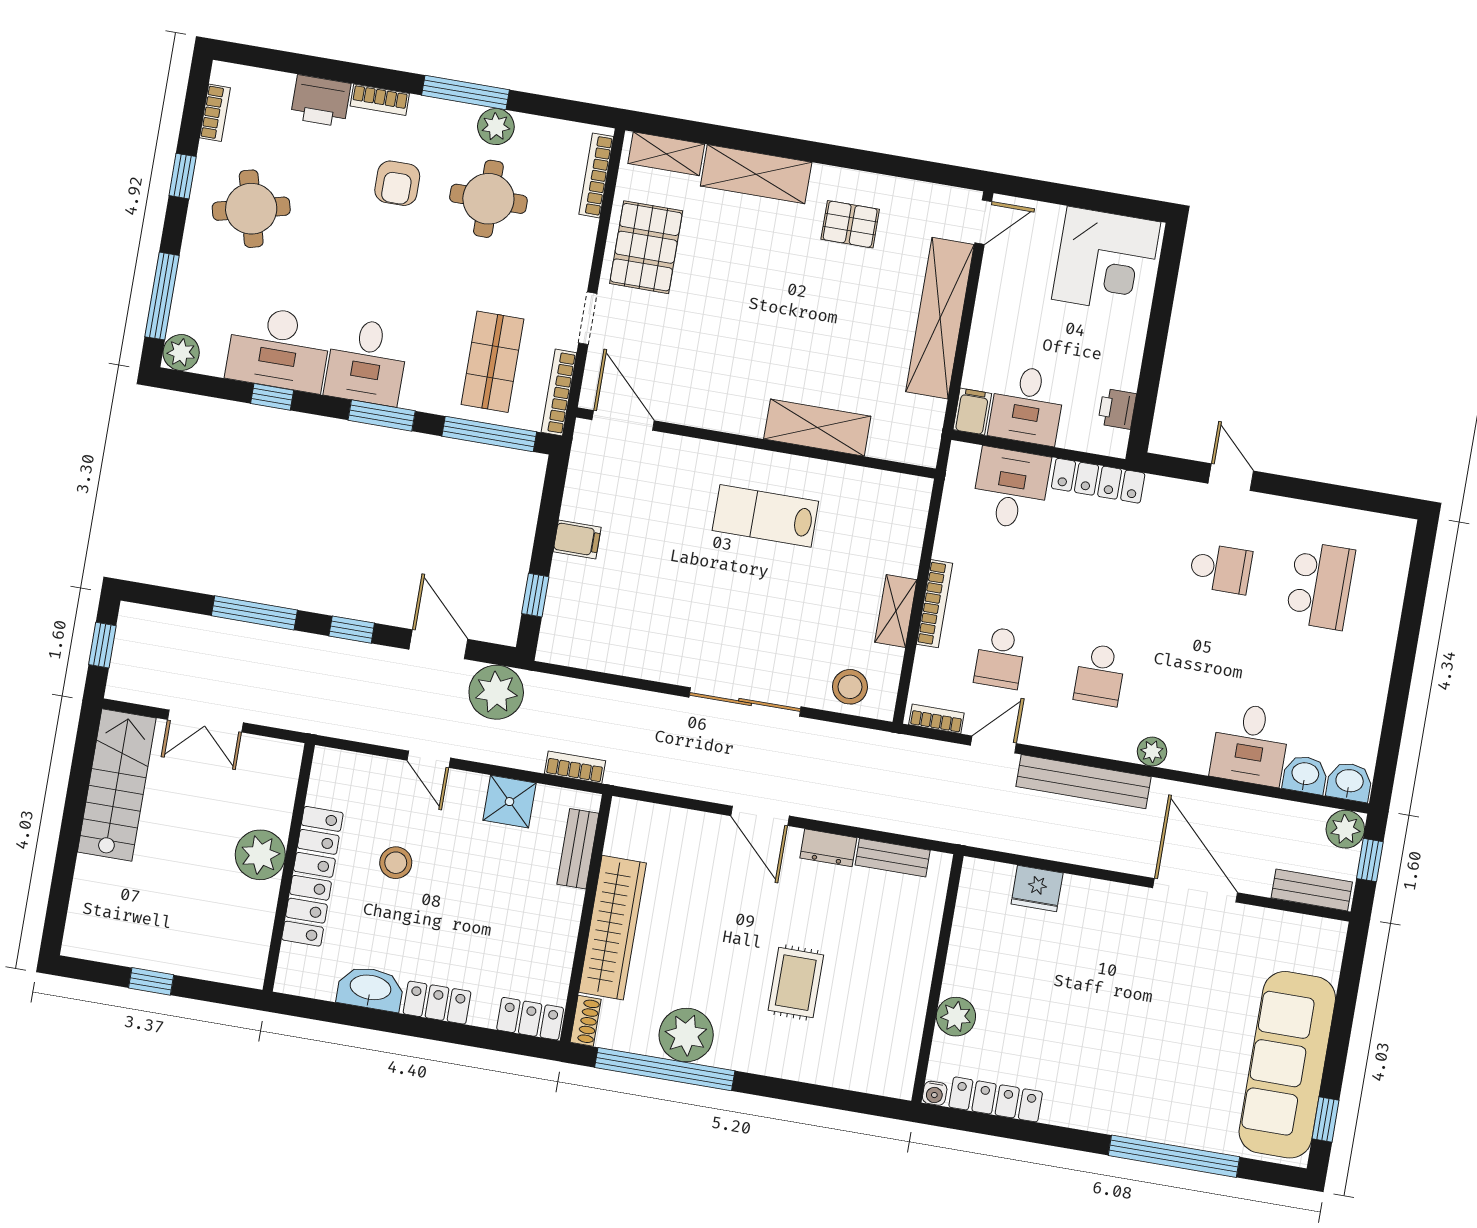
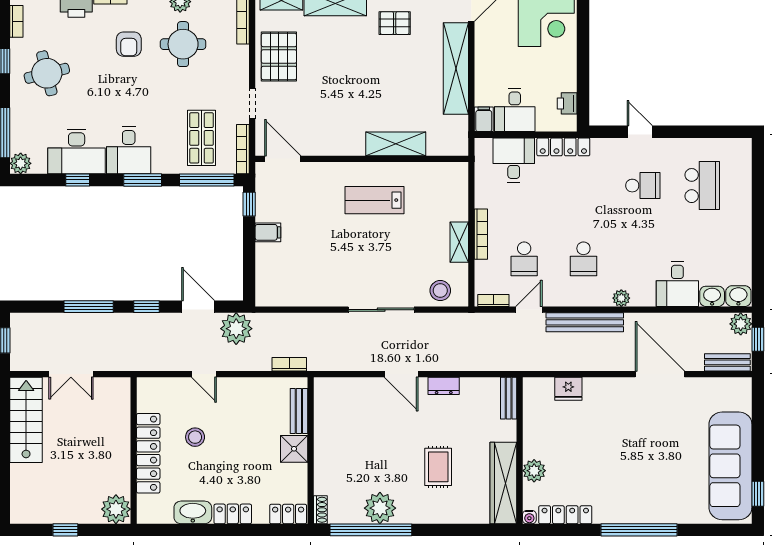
window: (535, 595) -> (249, 204), moved
shower: (509, 802) -> (294, 449), moved
plant: (260, 855) -> (116, 509), moved
bench: (893, 858) -> (509, 398), moved, turned 90
wardrobe: (613, 928) -> (503, 483), moved, turned 180
window: (1174, 1156) -> (639, 530), moved

